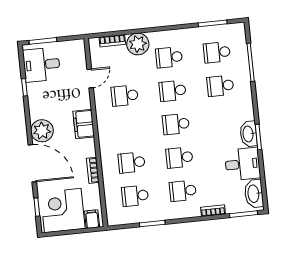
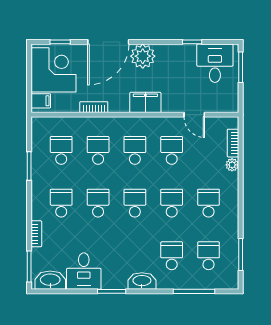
plant: (138, 44) -> (232, 165), width x0.53, depth x0.53
school desk: (128, 129) -> (135, 150), added
washbasin: (248, 134) -> (142, 281), moved

